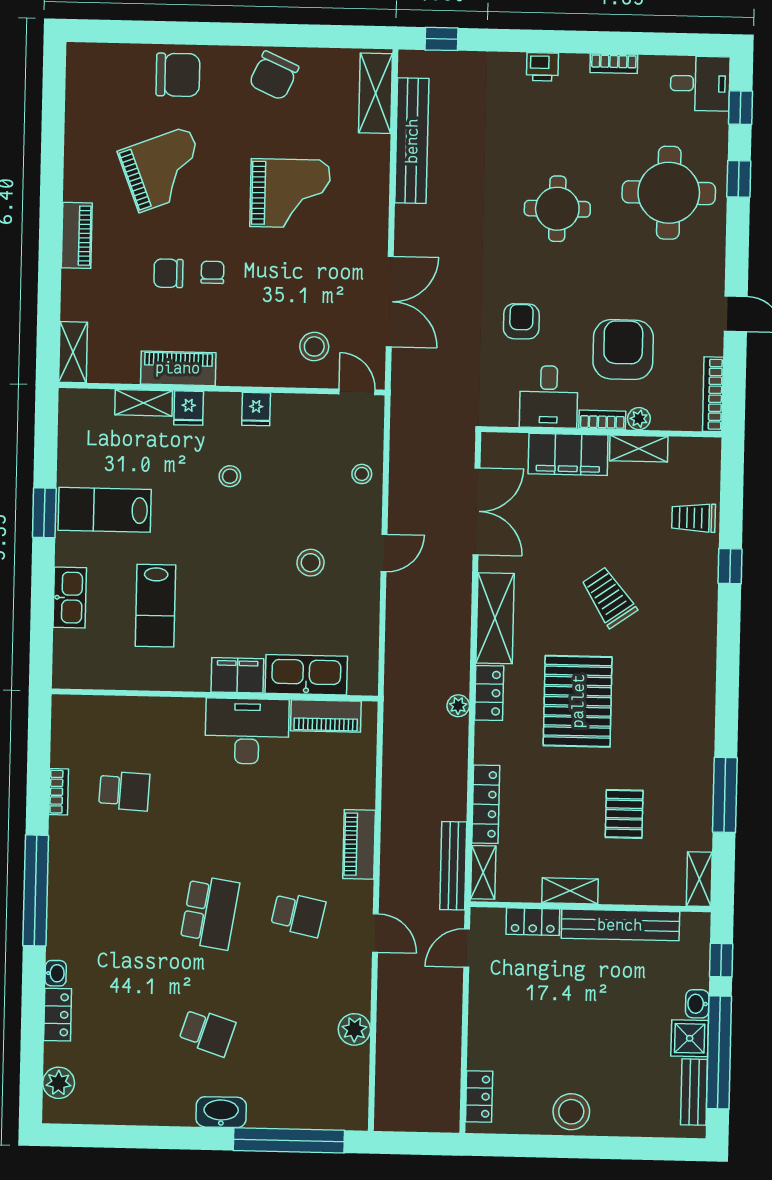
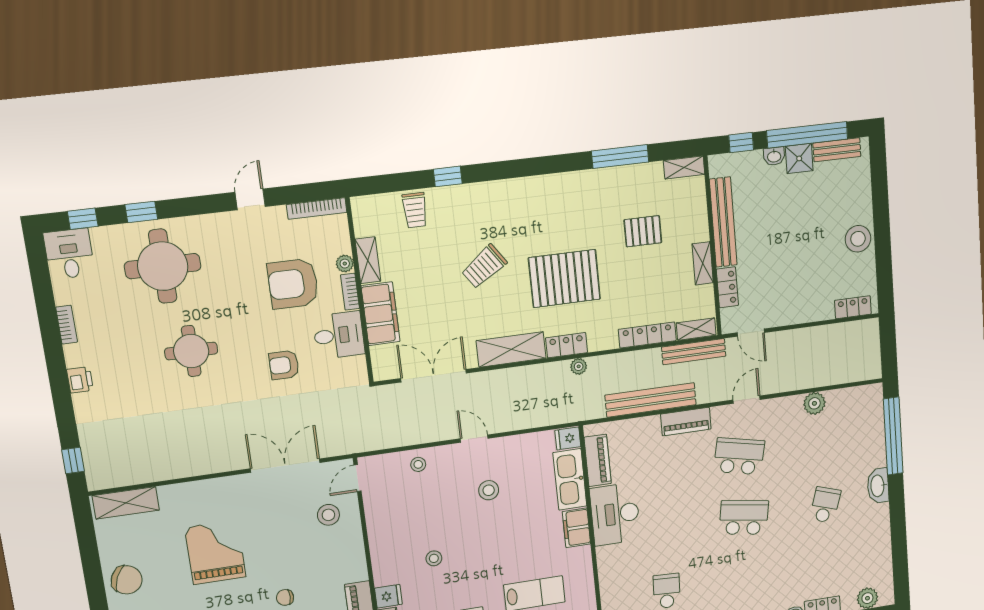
bench: (412, 141) -> (651, 400), moved
fridge: (256, 409) -> (568, 438), moved, turned 180
school desk: (298, 914) -> (739, 456), width x1.85

